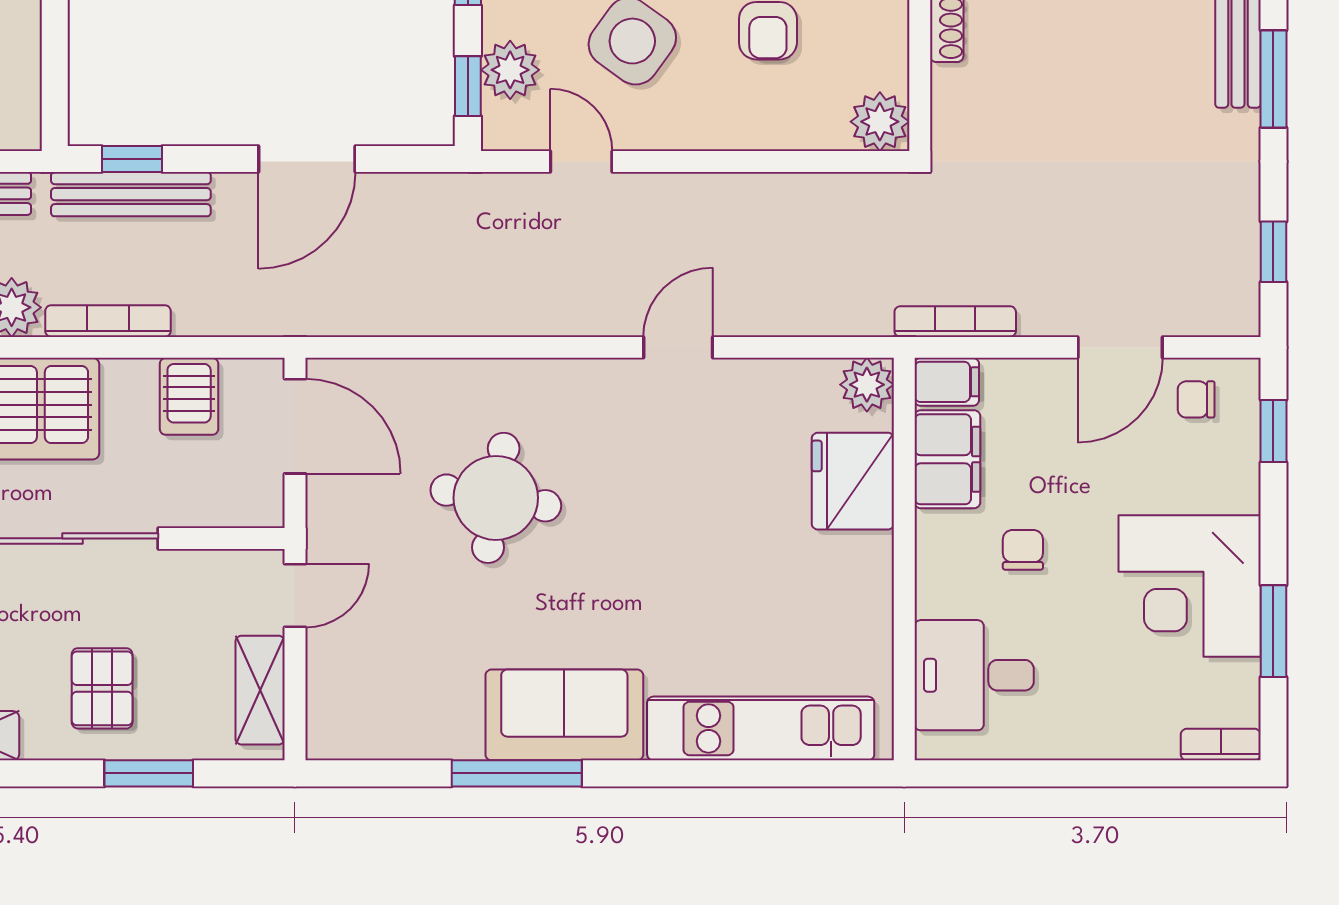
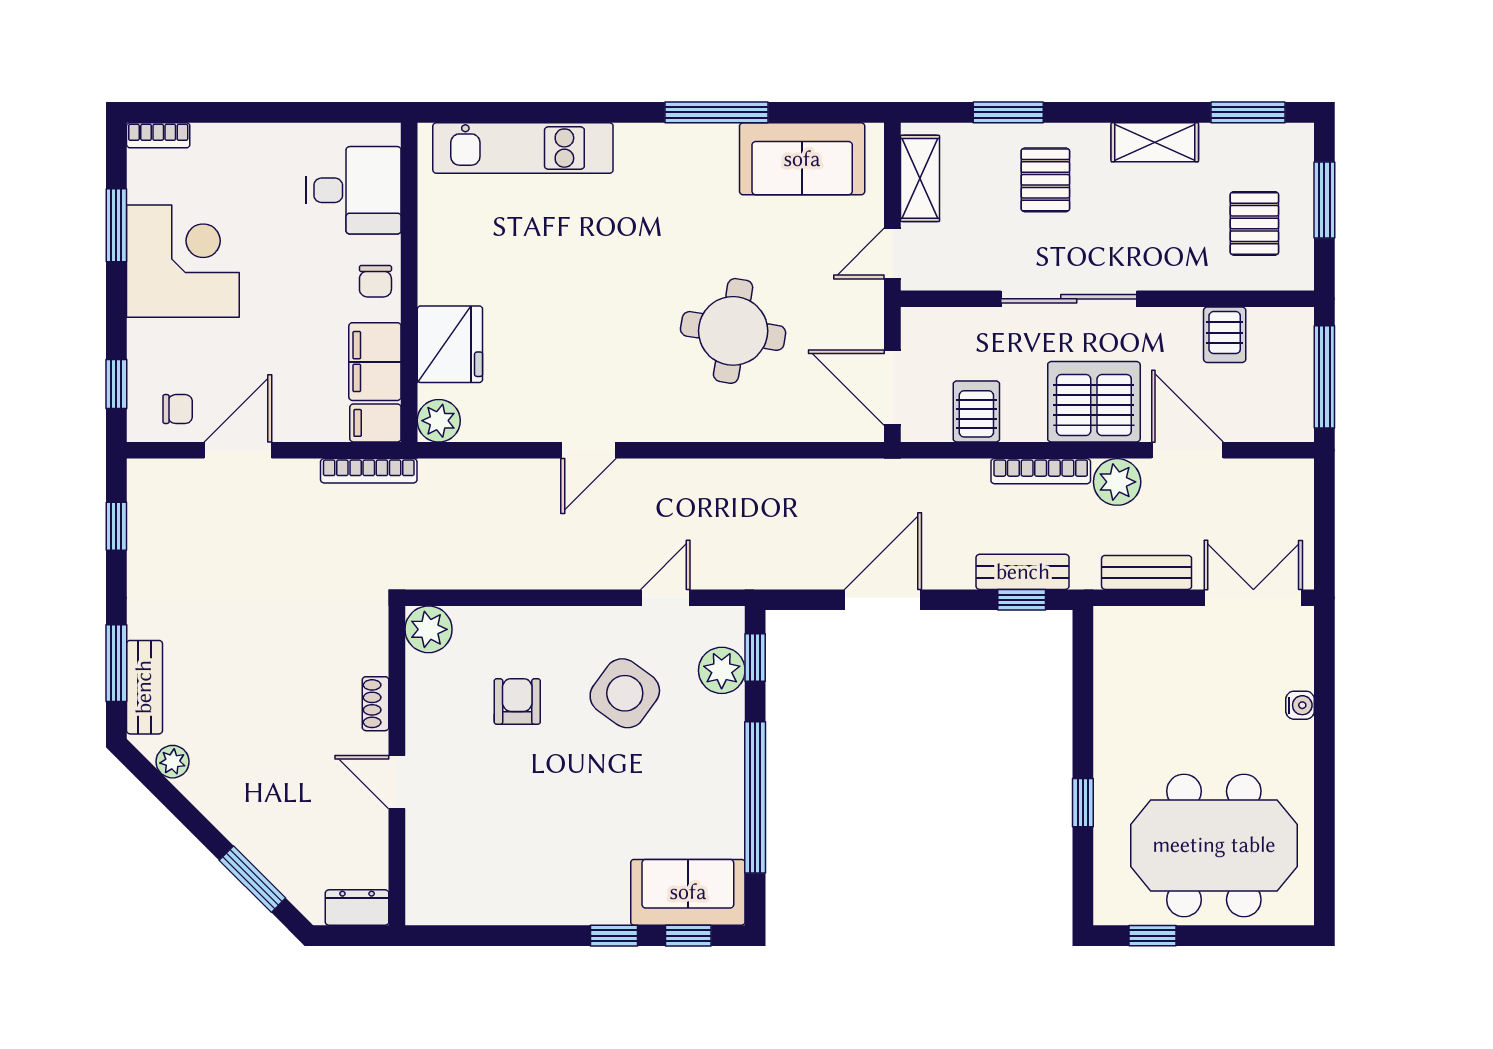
door: (581, 162) -> (665, 598), swing flipped
bench: (131, 194) -> (1023, 572), width x0.73
chair: (1023, 550) -> (375, 281), moved
sofa: (564, 715) -> (802, 159), moved

